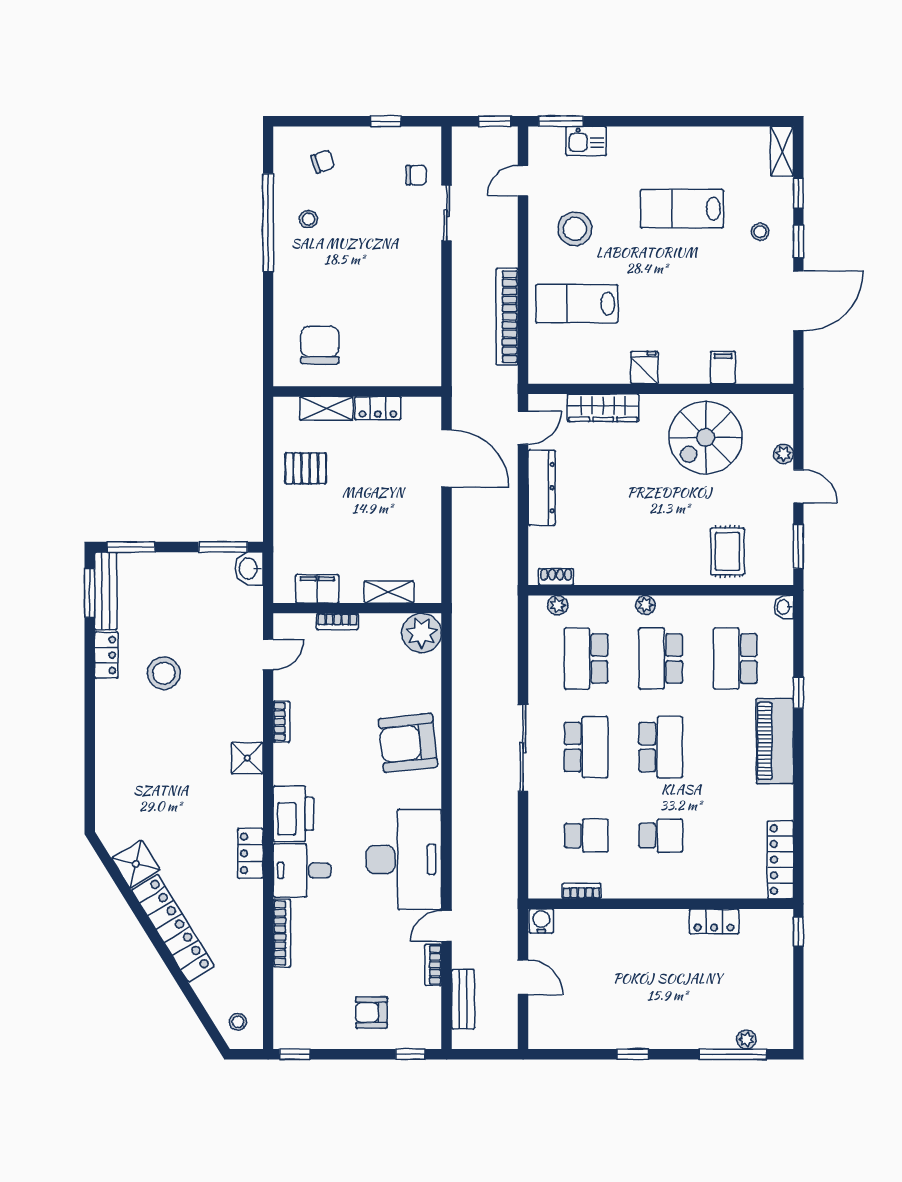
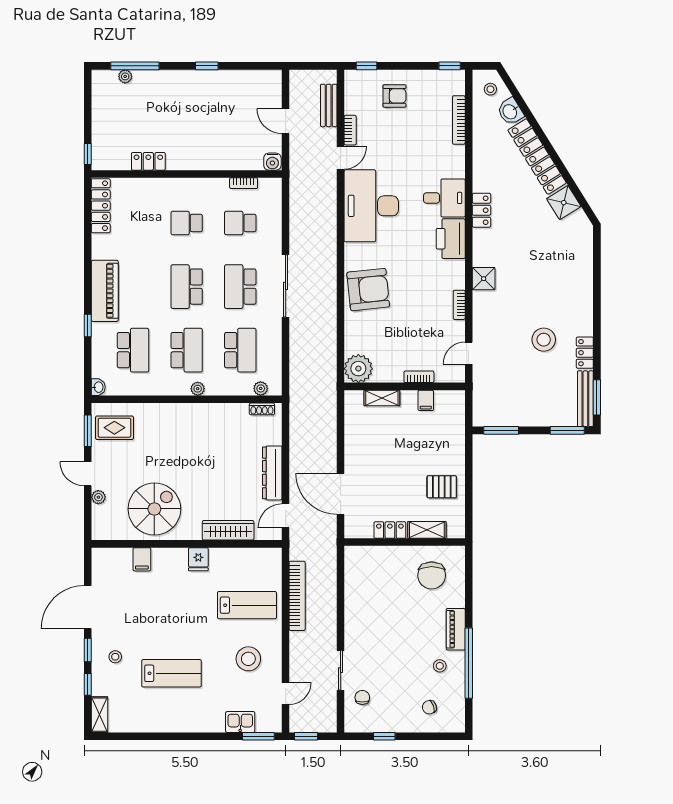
chair: (416, 175) -> (362, 697), turned 90
piano: (286, 270) -> (456, 629), added
rug: (727, 551) -> (114, 428), moved, turned 90
washbasin: (249, 569) -> (510, 111), moved, turned 148
filing cabinet: (317, 589) -> (426, 400), width x0.50
bookcase: (282, 933) -> (459, 120), moved

